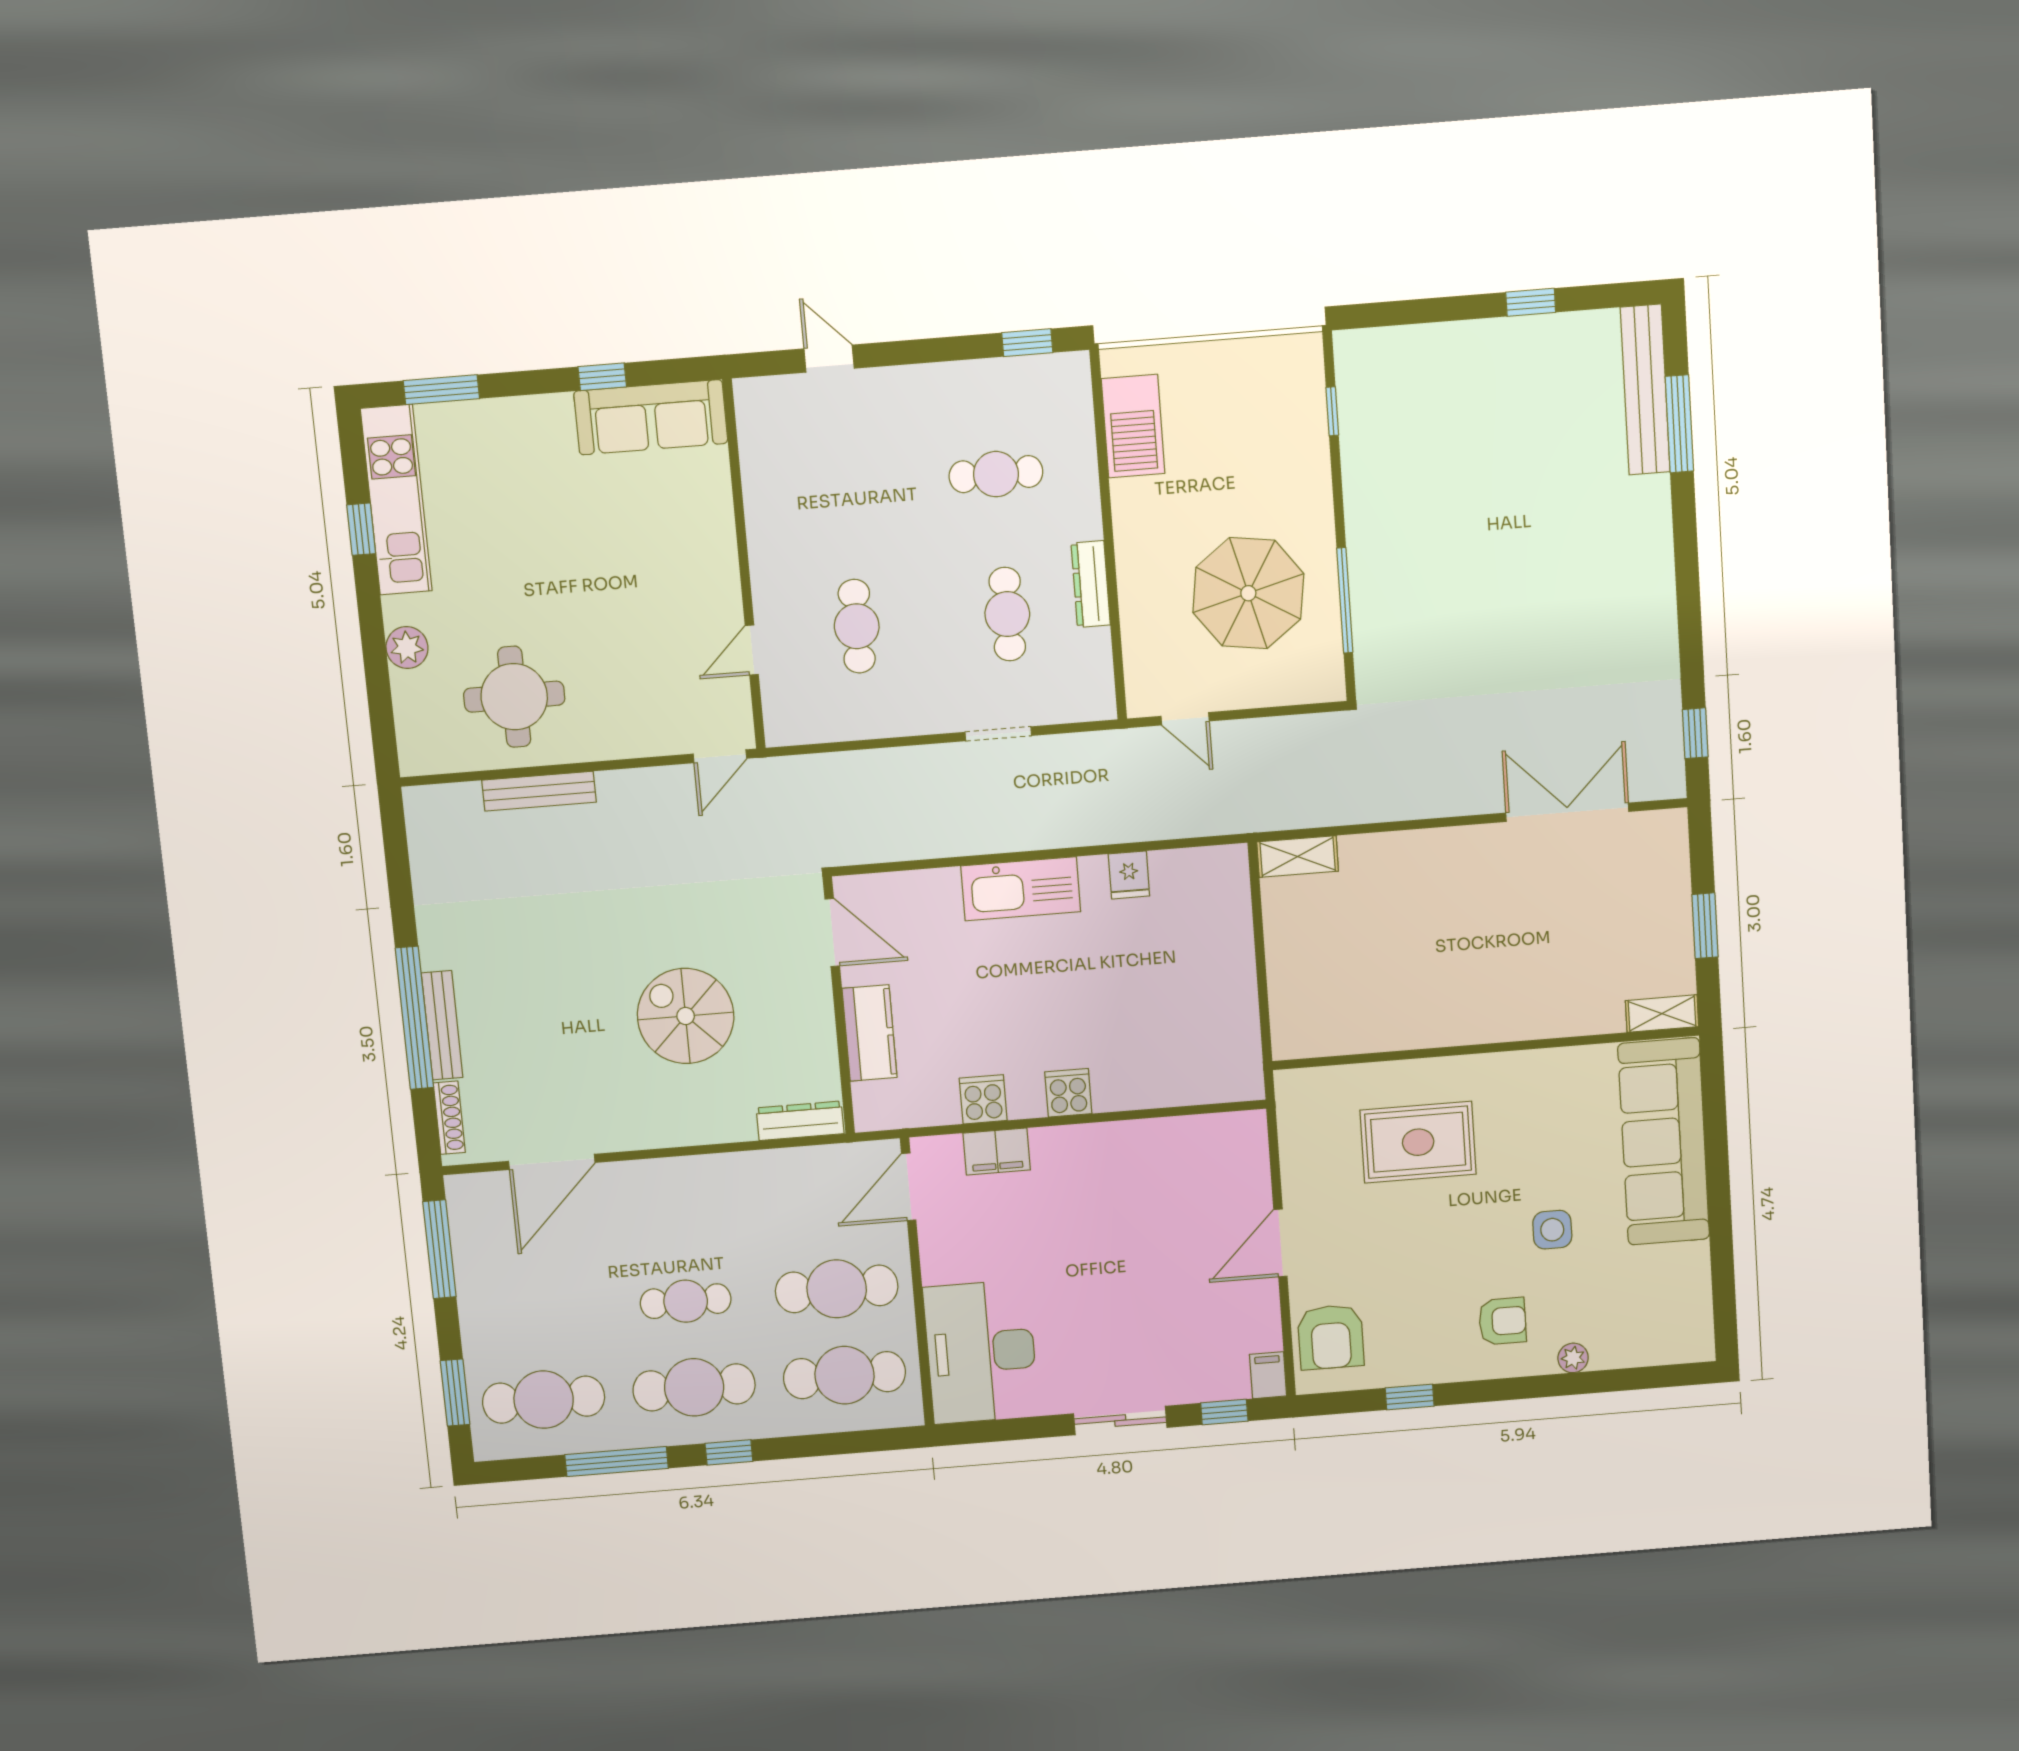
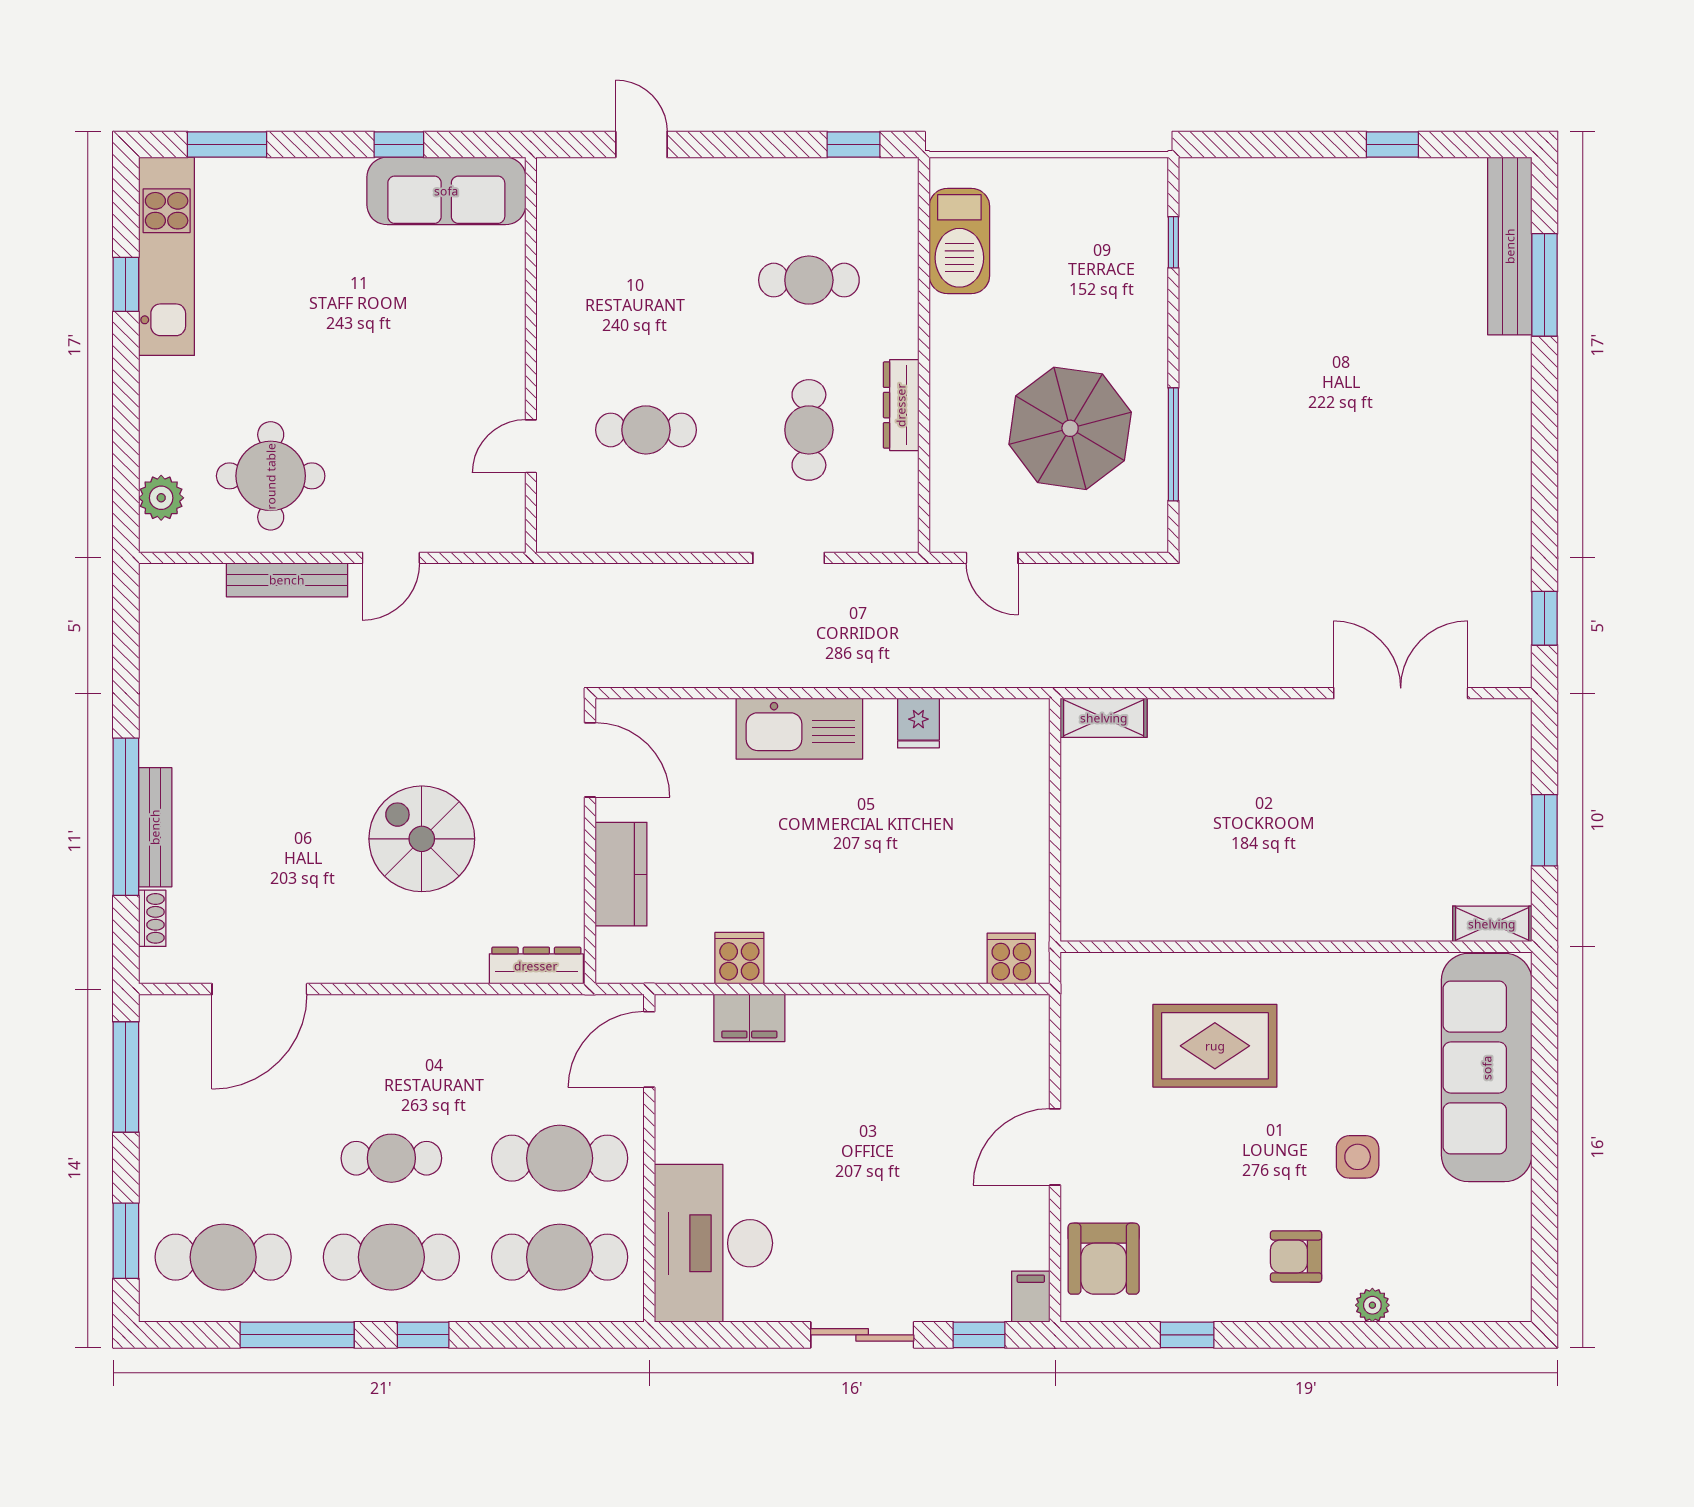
cafe table: (857, 626) -> (646, 430), turned 90
plant: (407, 648) -> (161, 498), moved
door: (720, 756) -> (391, 558), moved
cooker: (1068, 1093) -> (1011, 959), moved
shoe rack: (449, 1118) -> (152, 918), width x0.70
armchair: (1502, 1321) -> (1296, 1256), turned 180

